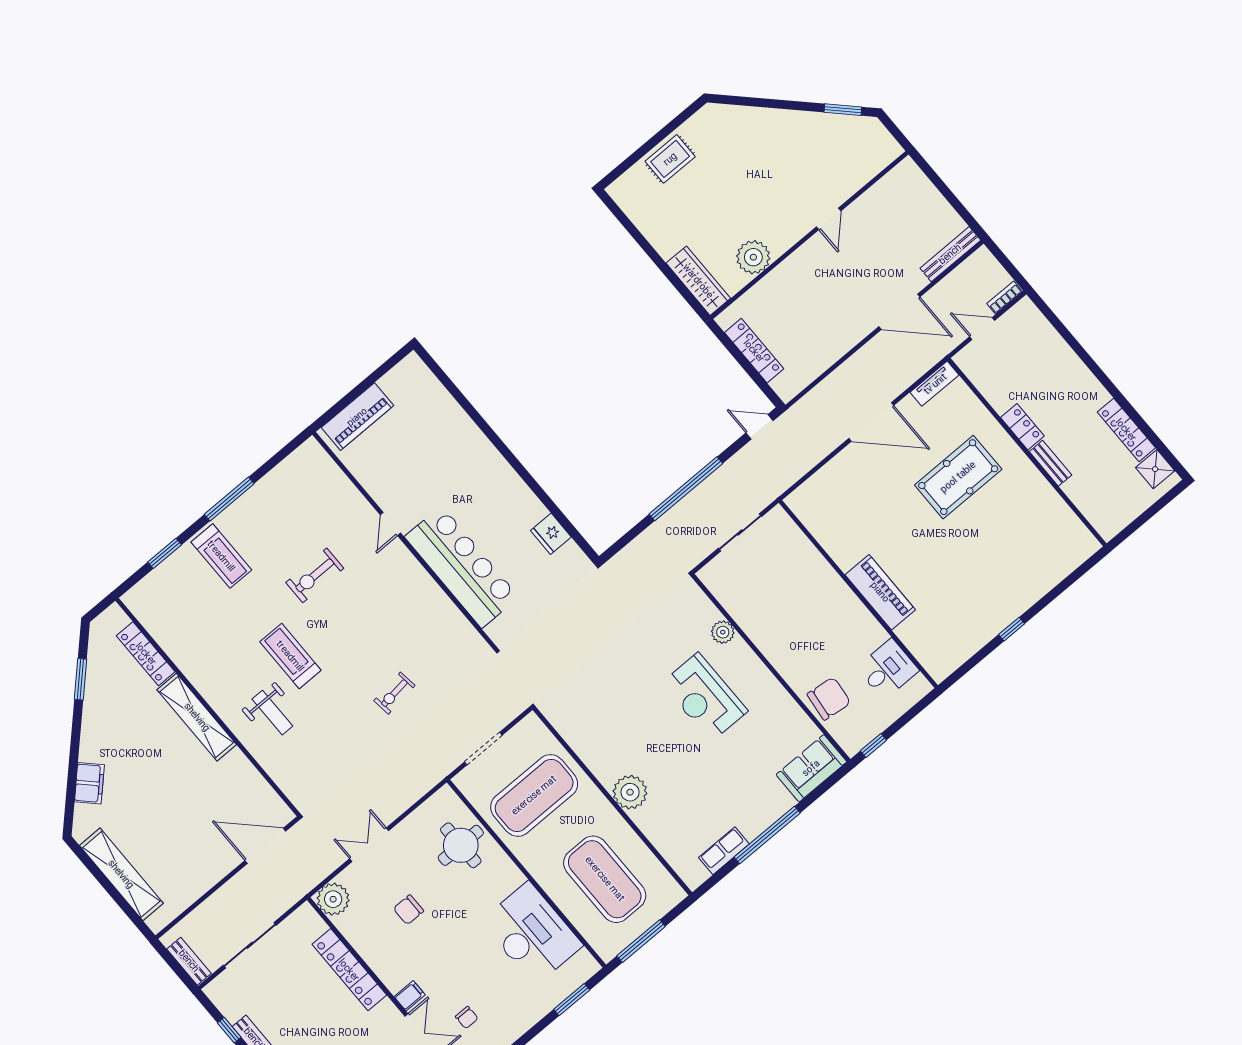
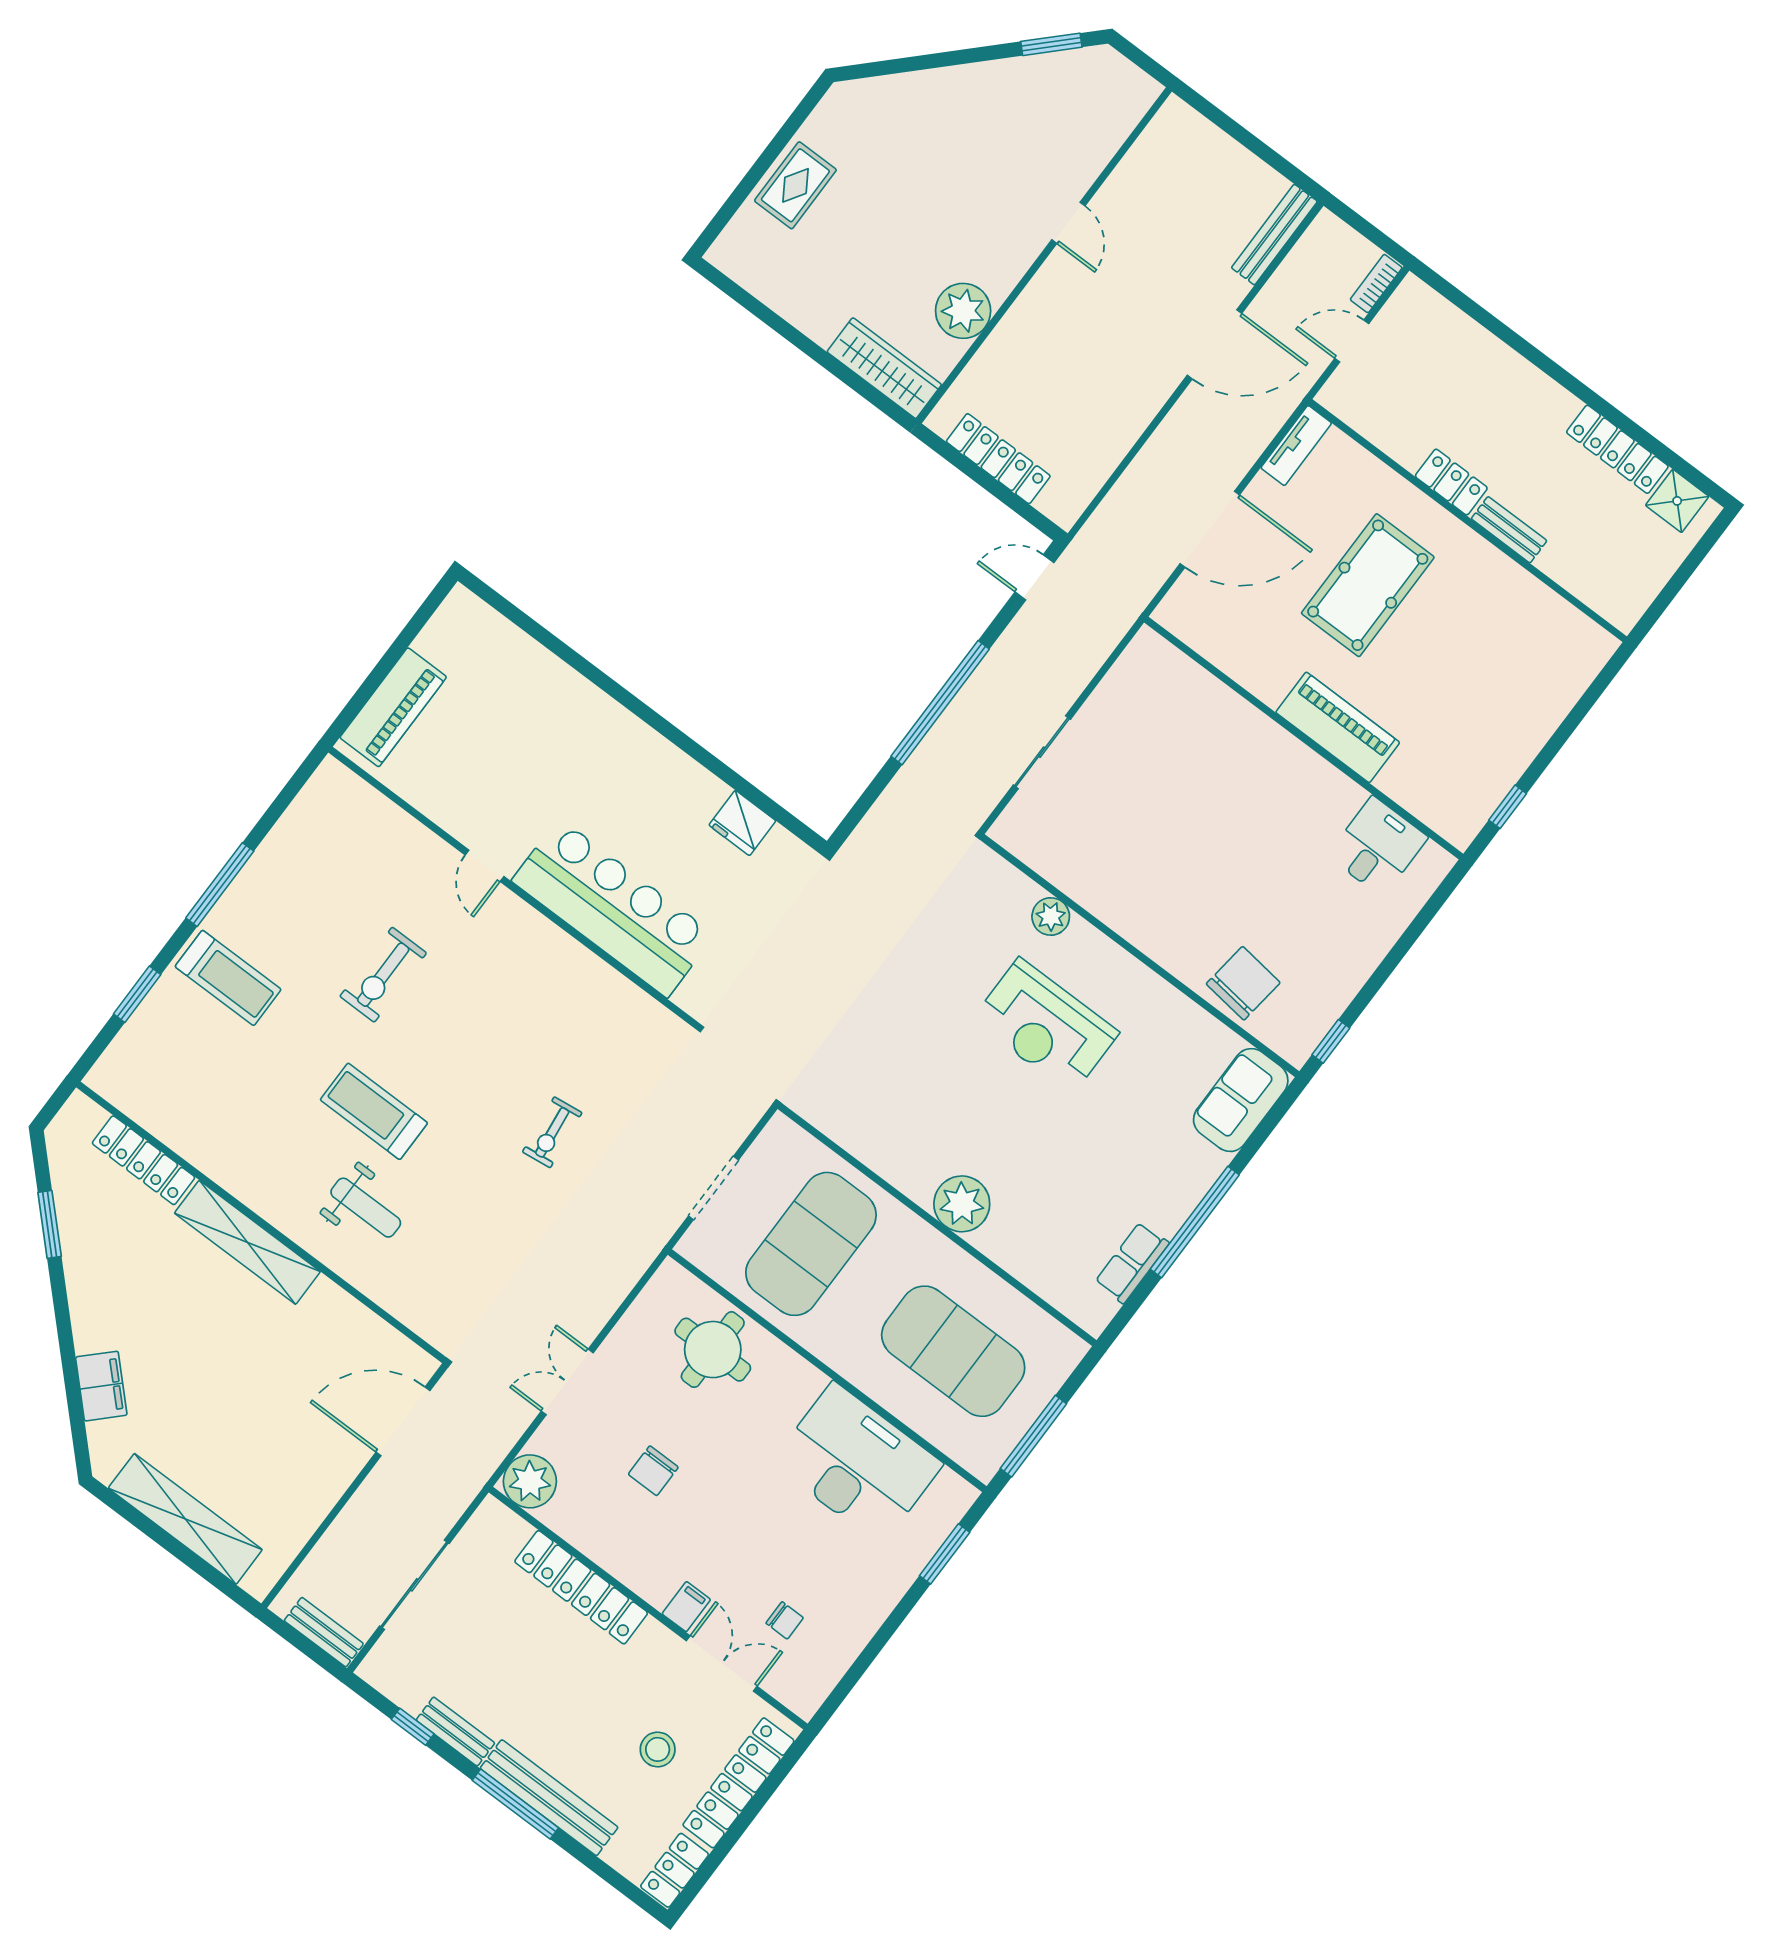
piano: (880, 592) -> (1338, 727), moved
wall: (858, 594) -> (1304, 738), moved
desk: (888, 669) -> (1378, 847), moved

